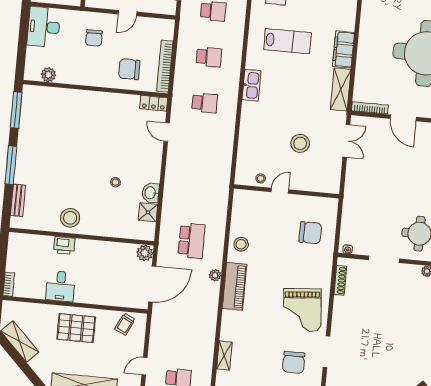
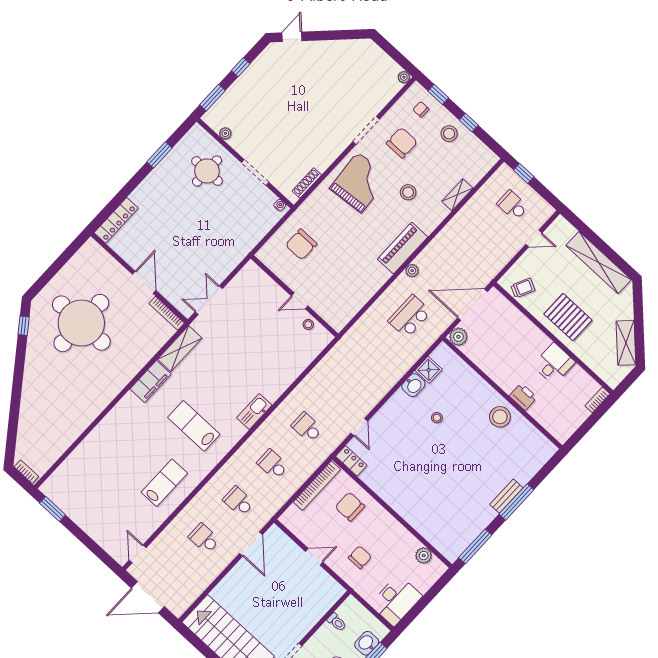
chair: (129, 69) -> (350, 507), turned 180
stool: (300, 143) -> (251, 329), removed
bench: (18, 200) -> (506, 496), moved
chair: (310, 233) -> (301, 244), turned -90
stool: (241, 244) -> (408, 192), moved

